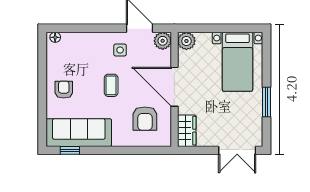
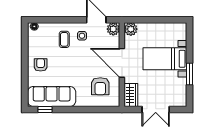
bed with nightstands: (238, 62) -> (165, 59), moved, turned 90
coffee table: (111, 85) -> (64, 39), moved
double door: (237, 150) -> (156, 110), moved

